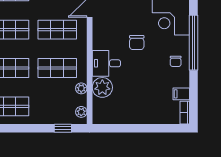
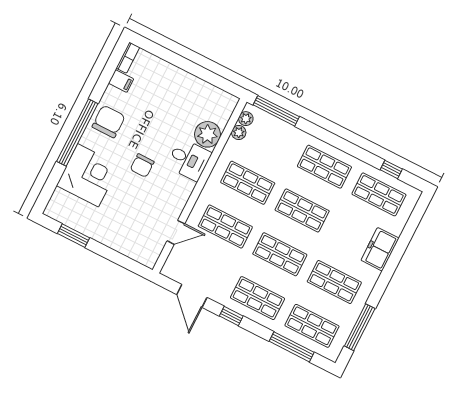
chair: (137, 43) -> (142, 166), turned 180
chair: (176, 61) -> (109, 121), width x1.87, depth x1.87
plant: (81, 88) -> (239, 132), moved
window: (63, 128) -> (276, 111), width x2.17

